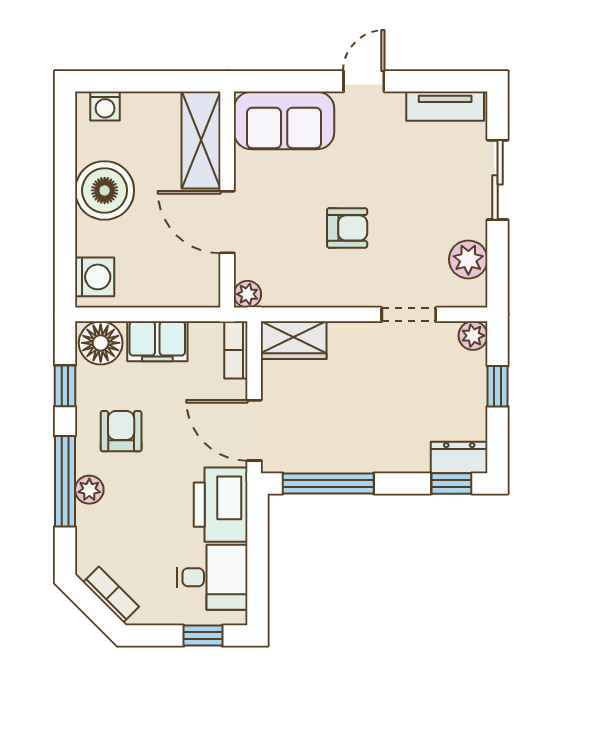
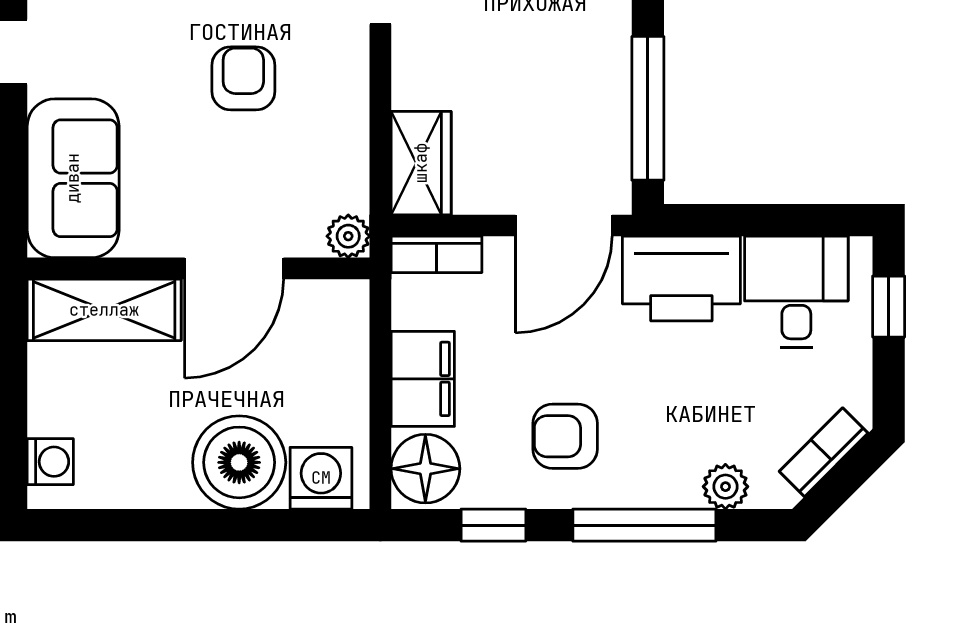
boiler: (105, 190) -> (239, 462), moved
plant: (89, 490) -> (725, 487), moved

